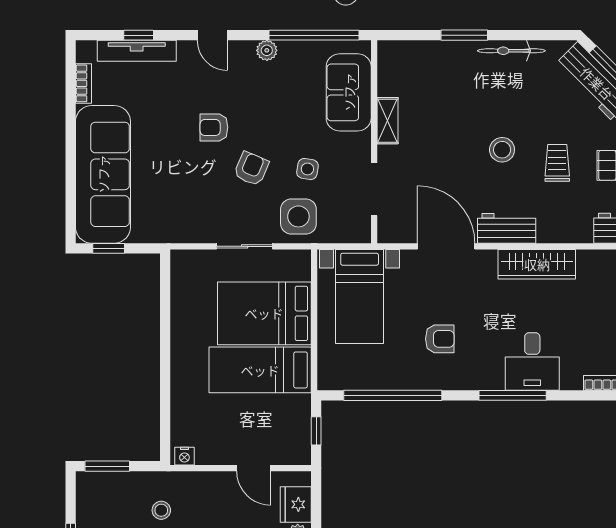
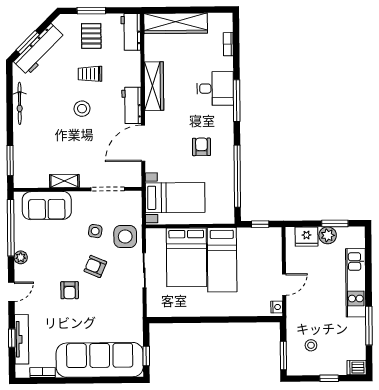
window: (464, 35) -> (10, 160), moved
door: (254, 468) -> (284, 285), moved
stool: (161, 510) -> (311, 345), moved

